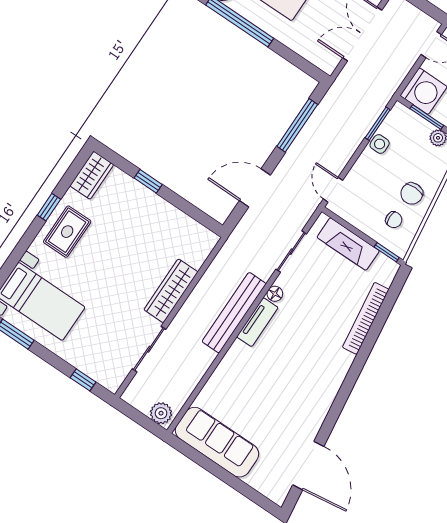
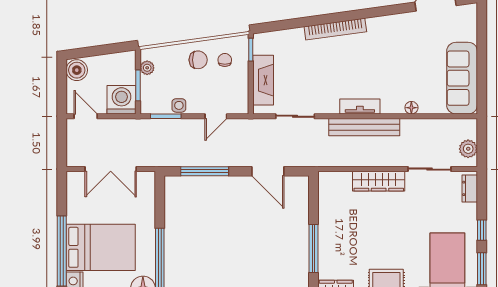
window: (148, 181) -> (313, 248), width x2.17
door: (333, 190) -> (216, 116), moved
floor lamp: (275, 294) -> (411, 108), moved
bookcase: (366, 318) -> (335, 29), moved
dresser: (103, 376) -> (470, 188), added
window: (83, 380) -> (482, 230), moved
plant: (161, 413) -> (468, 149), moved

